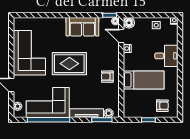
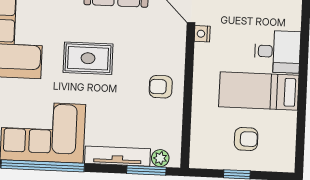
rug: (69, 64) -> (88, 58), width x0.73, depth x0.70
bed: (144, 80) -> (259, 91), moved, turned 180
armchair: (162, 106) -> (246, 139), moved

